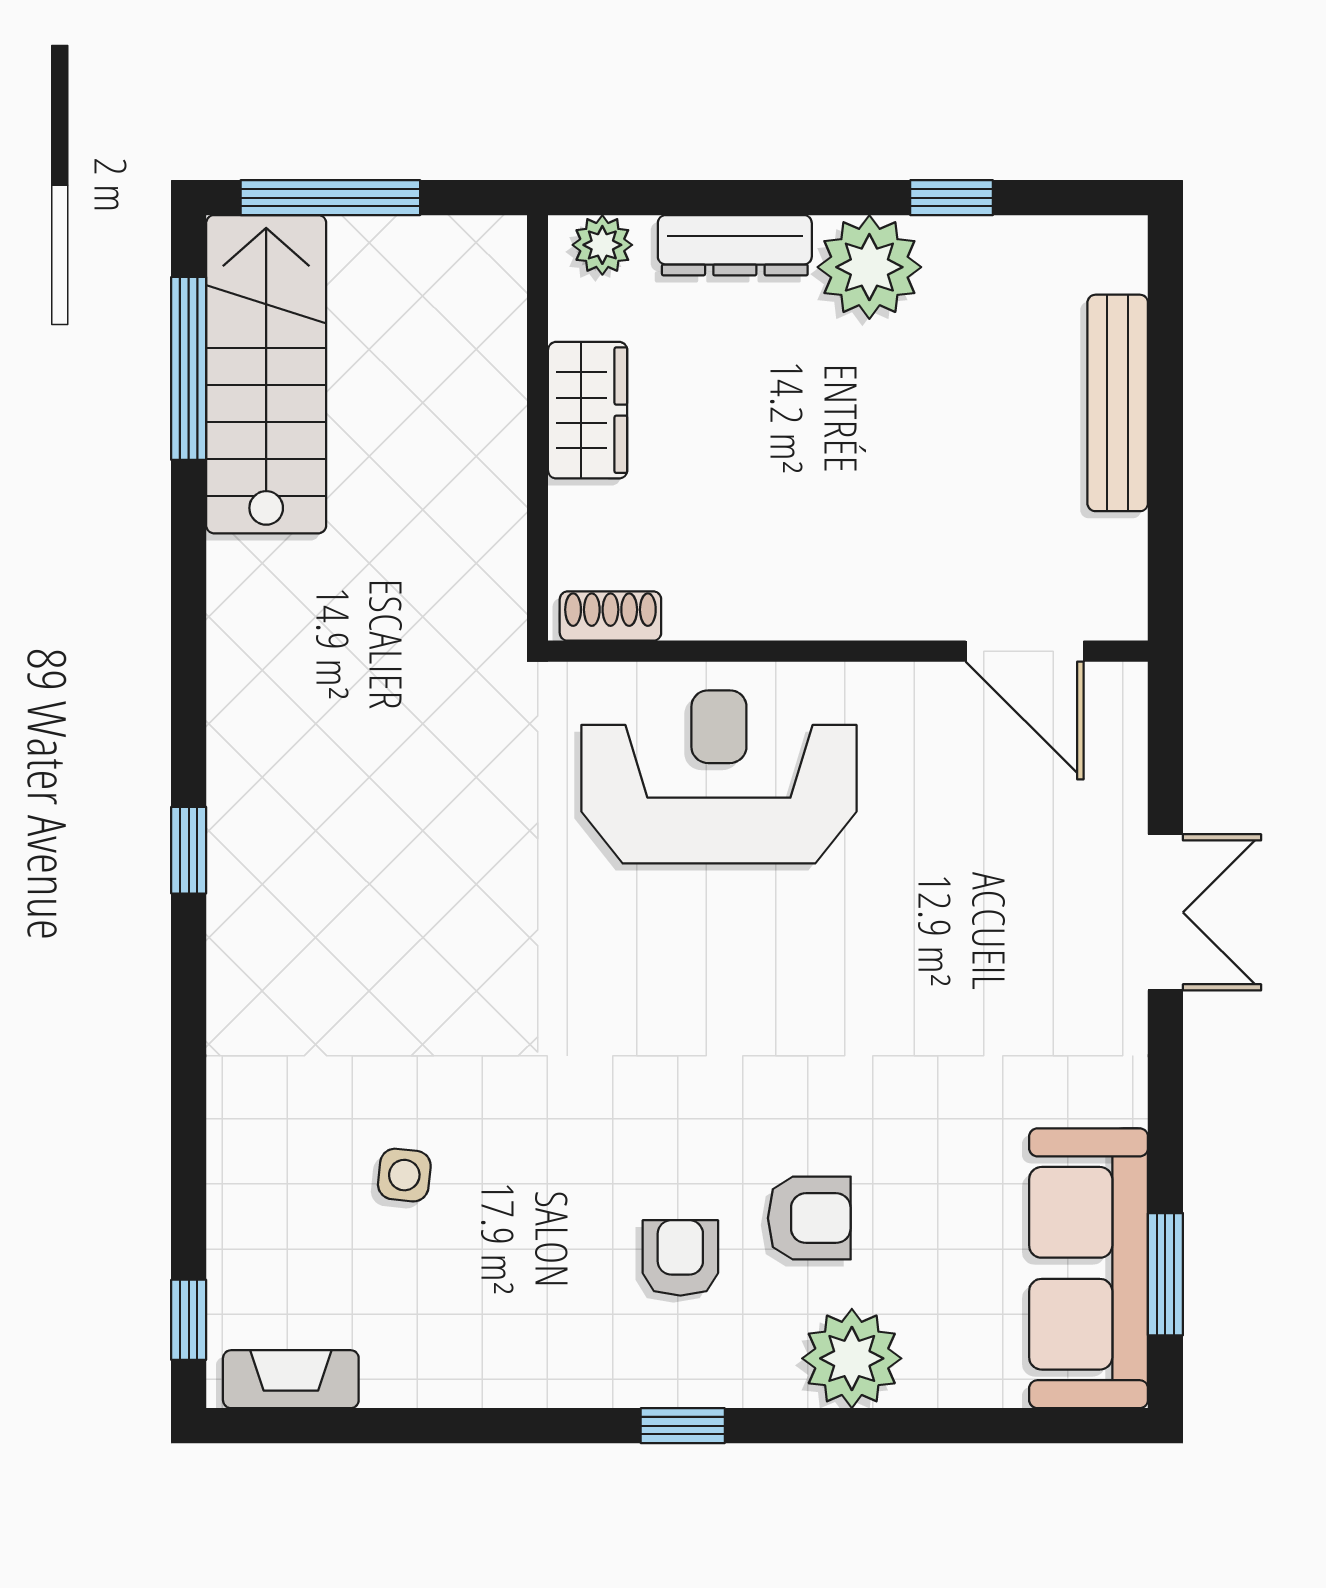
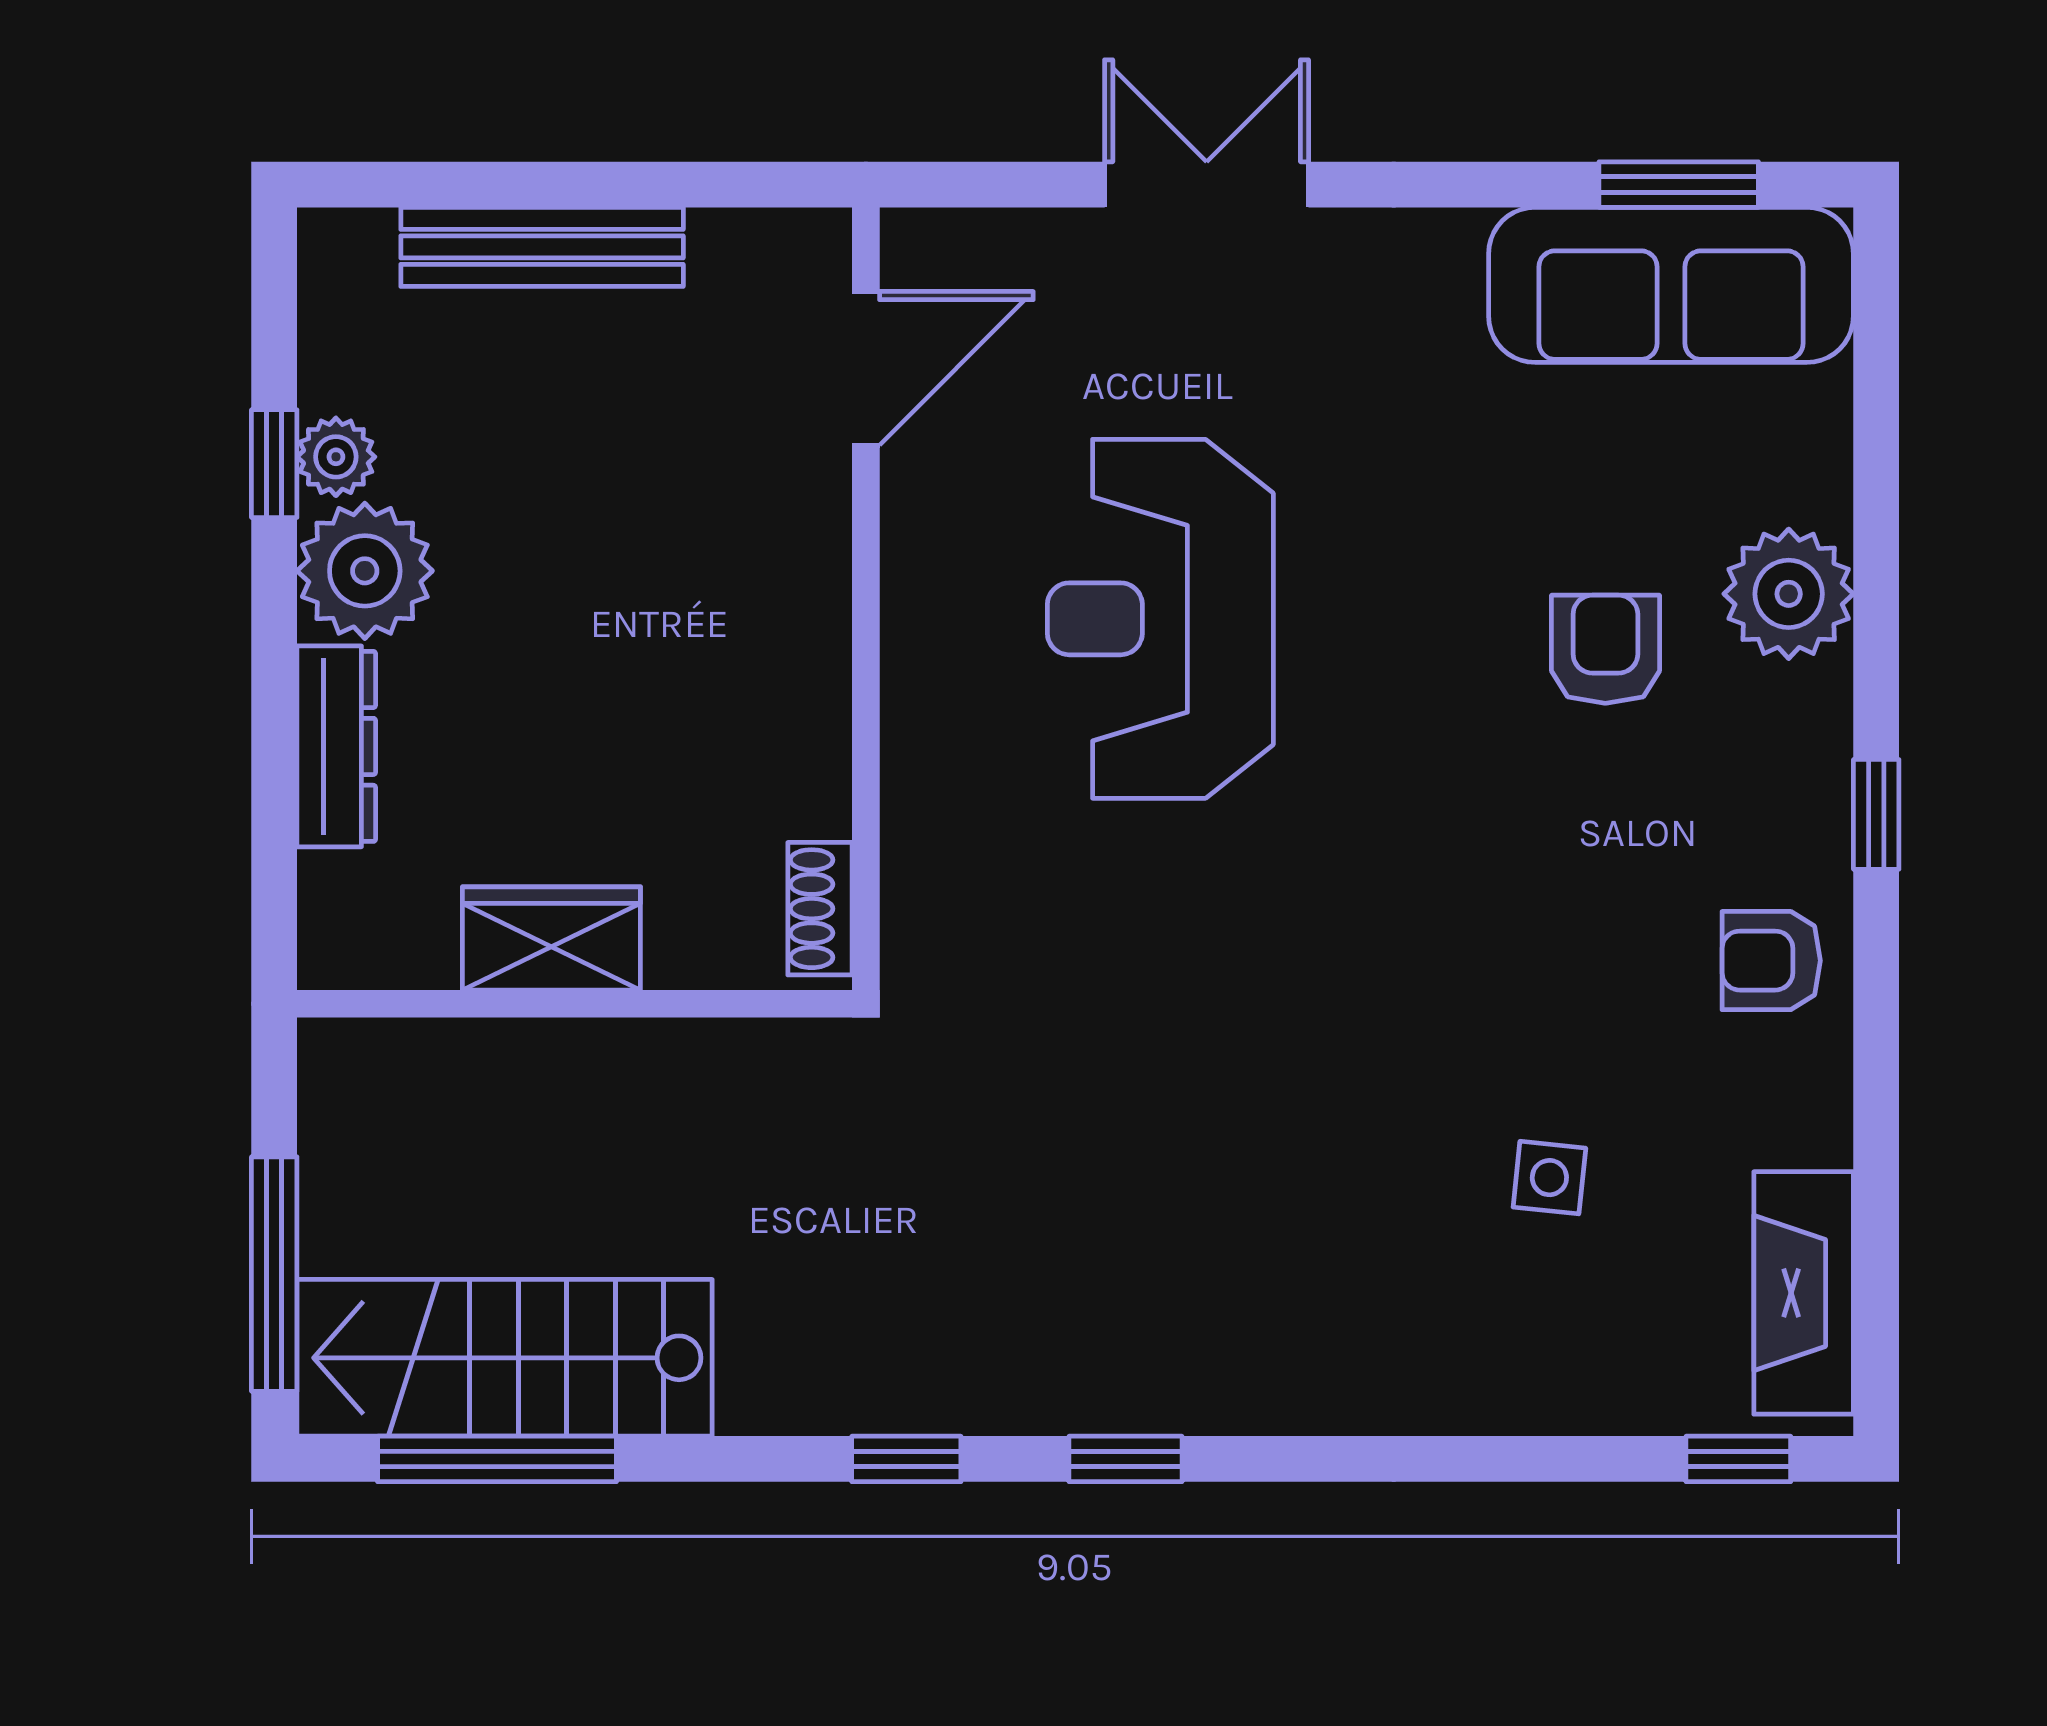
plant: (602, 245) -> (336, 457), moved
window: (189, 682) -> (906, 1459), added
reception desk: (719, 777) -> (1160, 619), moved
armchair: (680, 1258) -> (1771, 961), moved
fireplace: (291, 1379) -> (1804, 1293), width x1.37, depth x1.32

